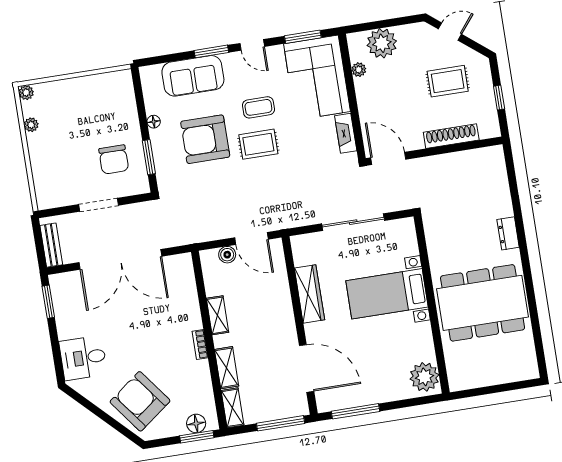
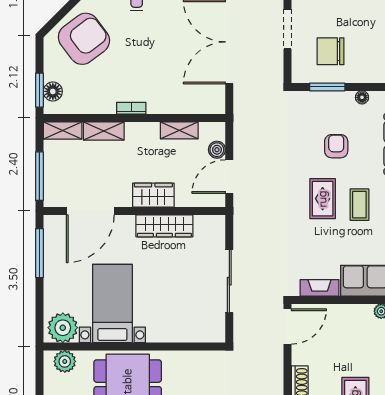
armchair: (205, 139) -> (336, 146), width x0.53, depth x0.53
bed with nightstands: (387, 294) -> (112, 304), moved
wardrobe: (281, 309) -> (153, 195), added
shelving: (218, 315) -> (179, 130), moved
plant: (457, 370) -> (65, 361), added

